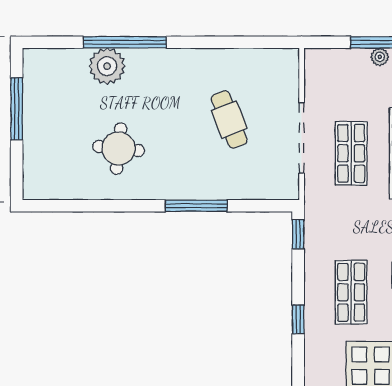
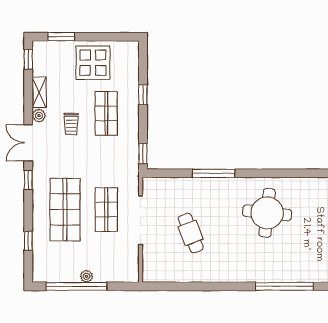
window: (125, 42) -> (284, 286), moved
plant: (107, 66) -> (275, 270), removed
round table: (119, 149) -> (267, 213), width x1.36, depth x1.36

